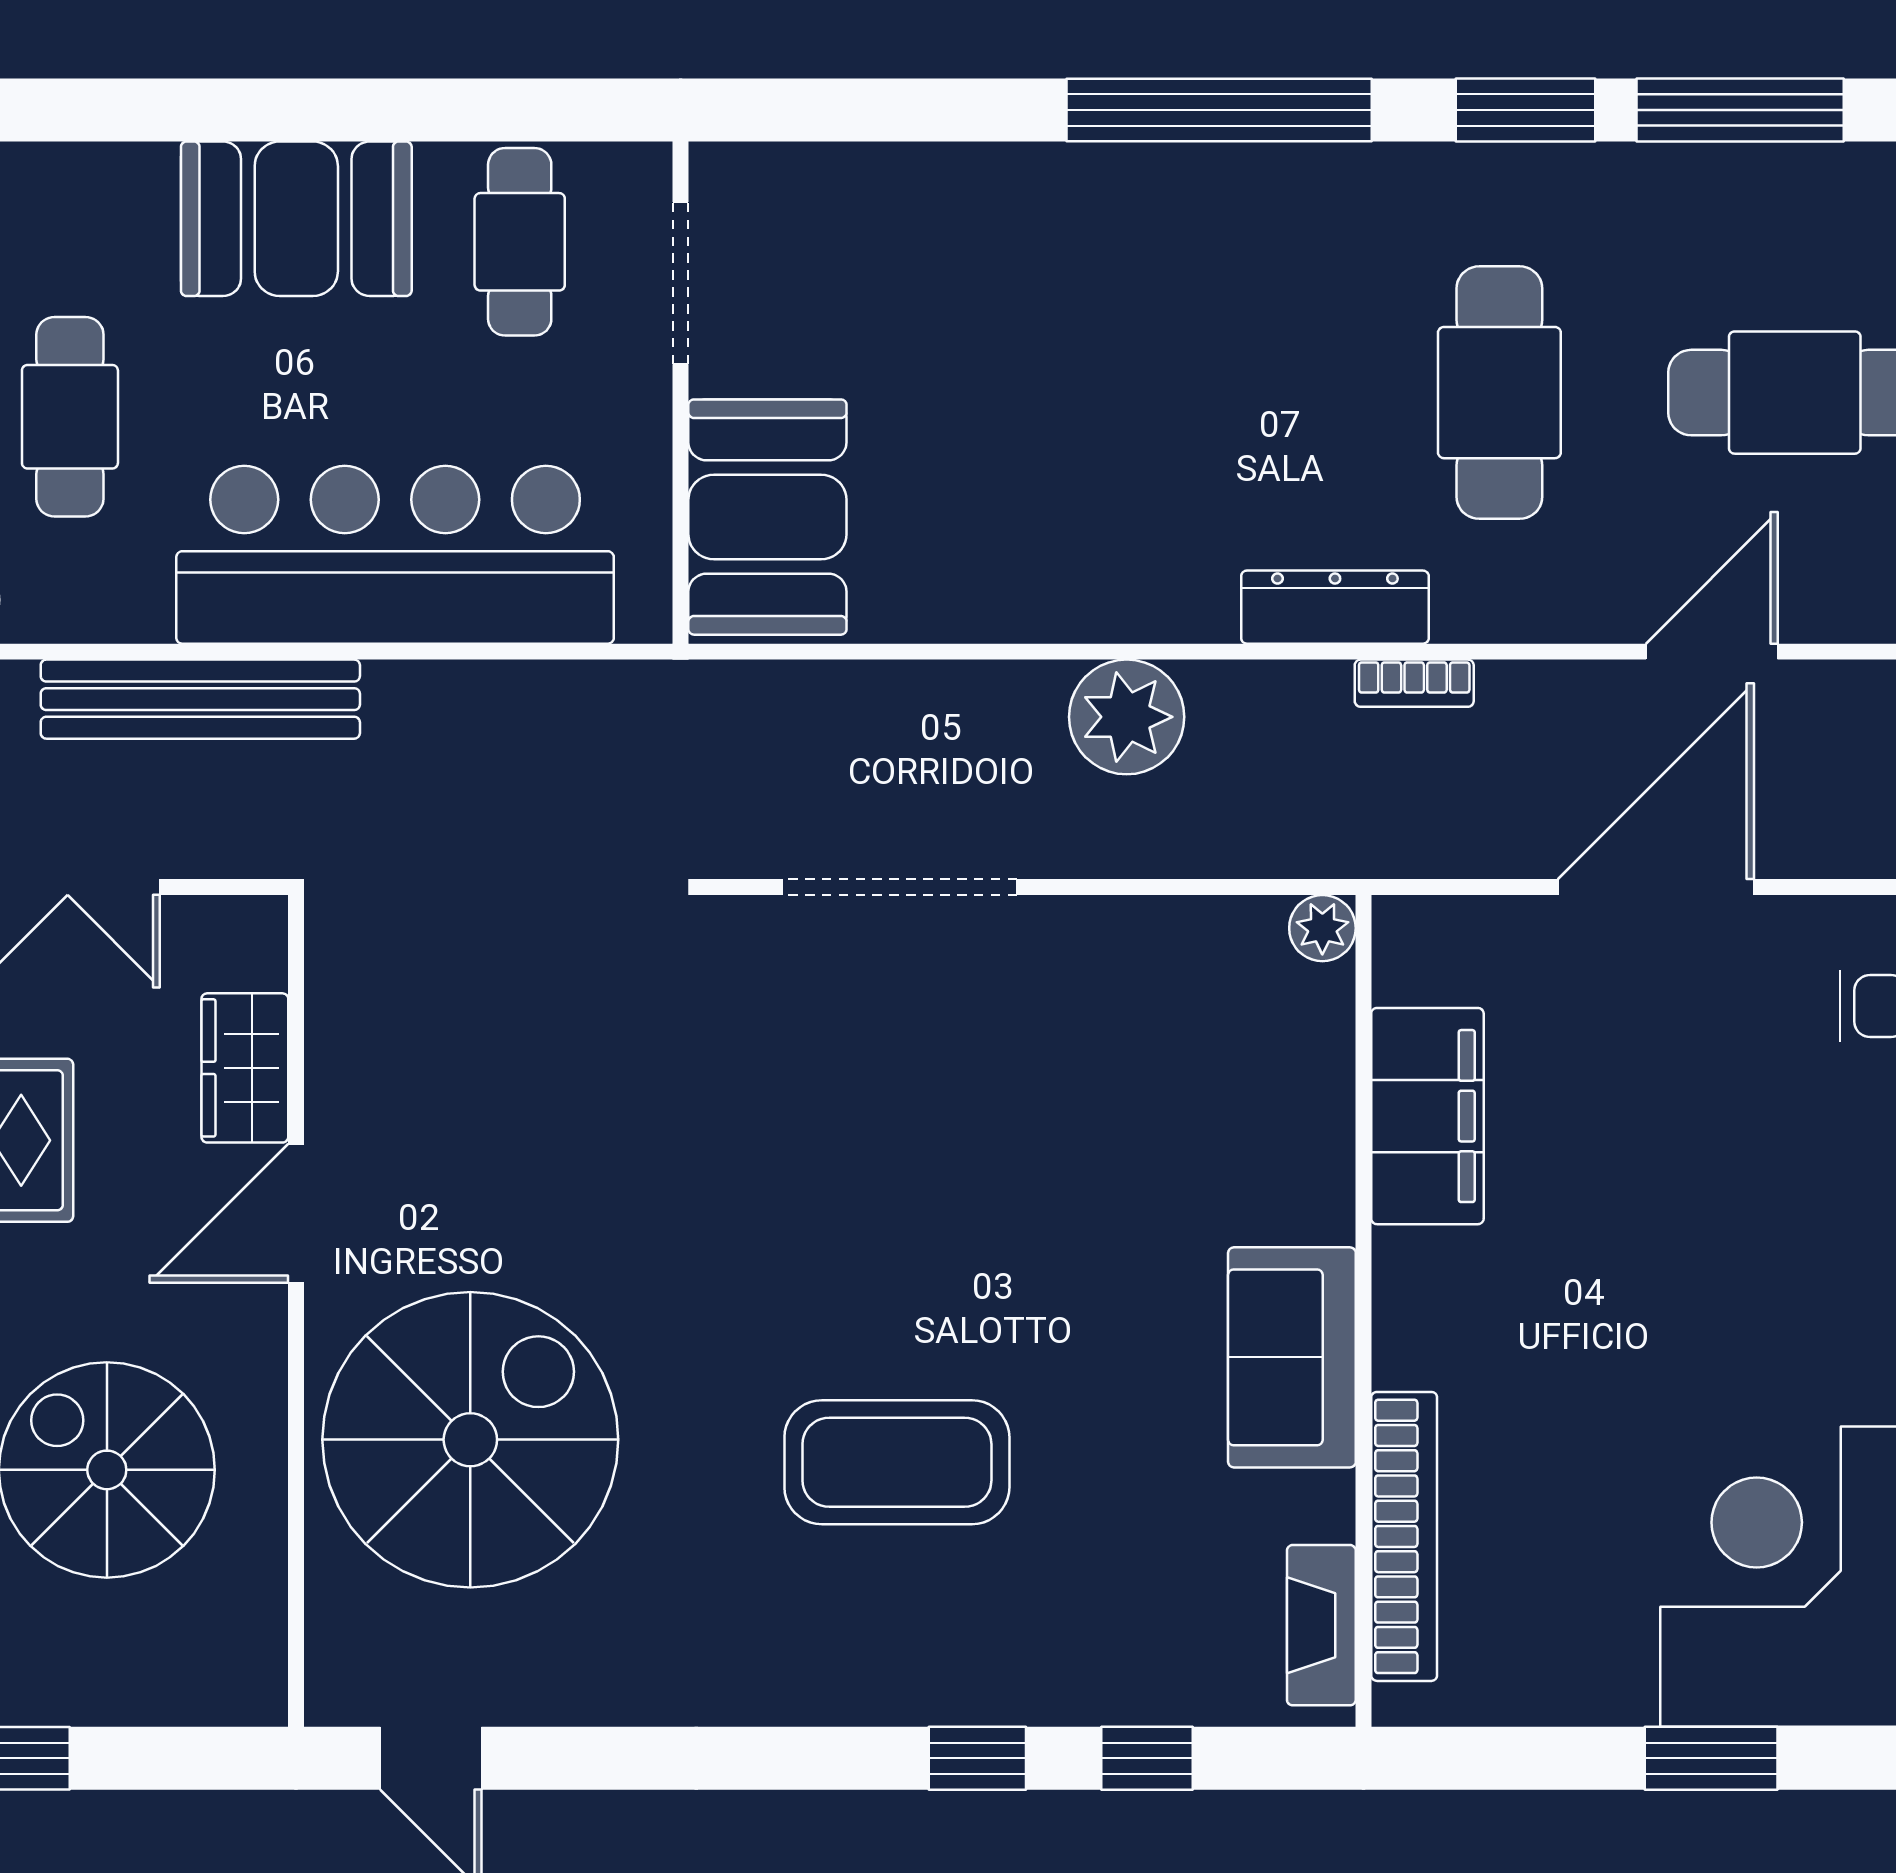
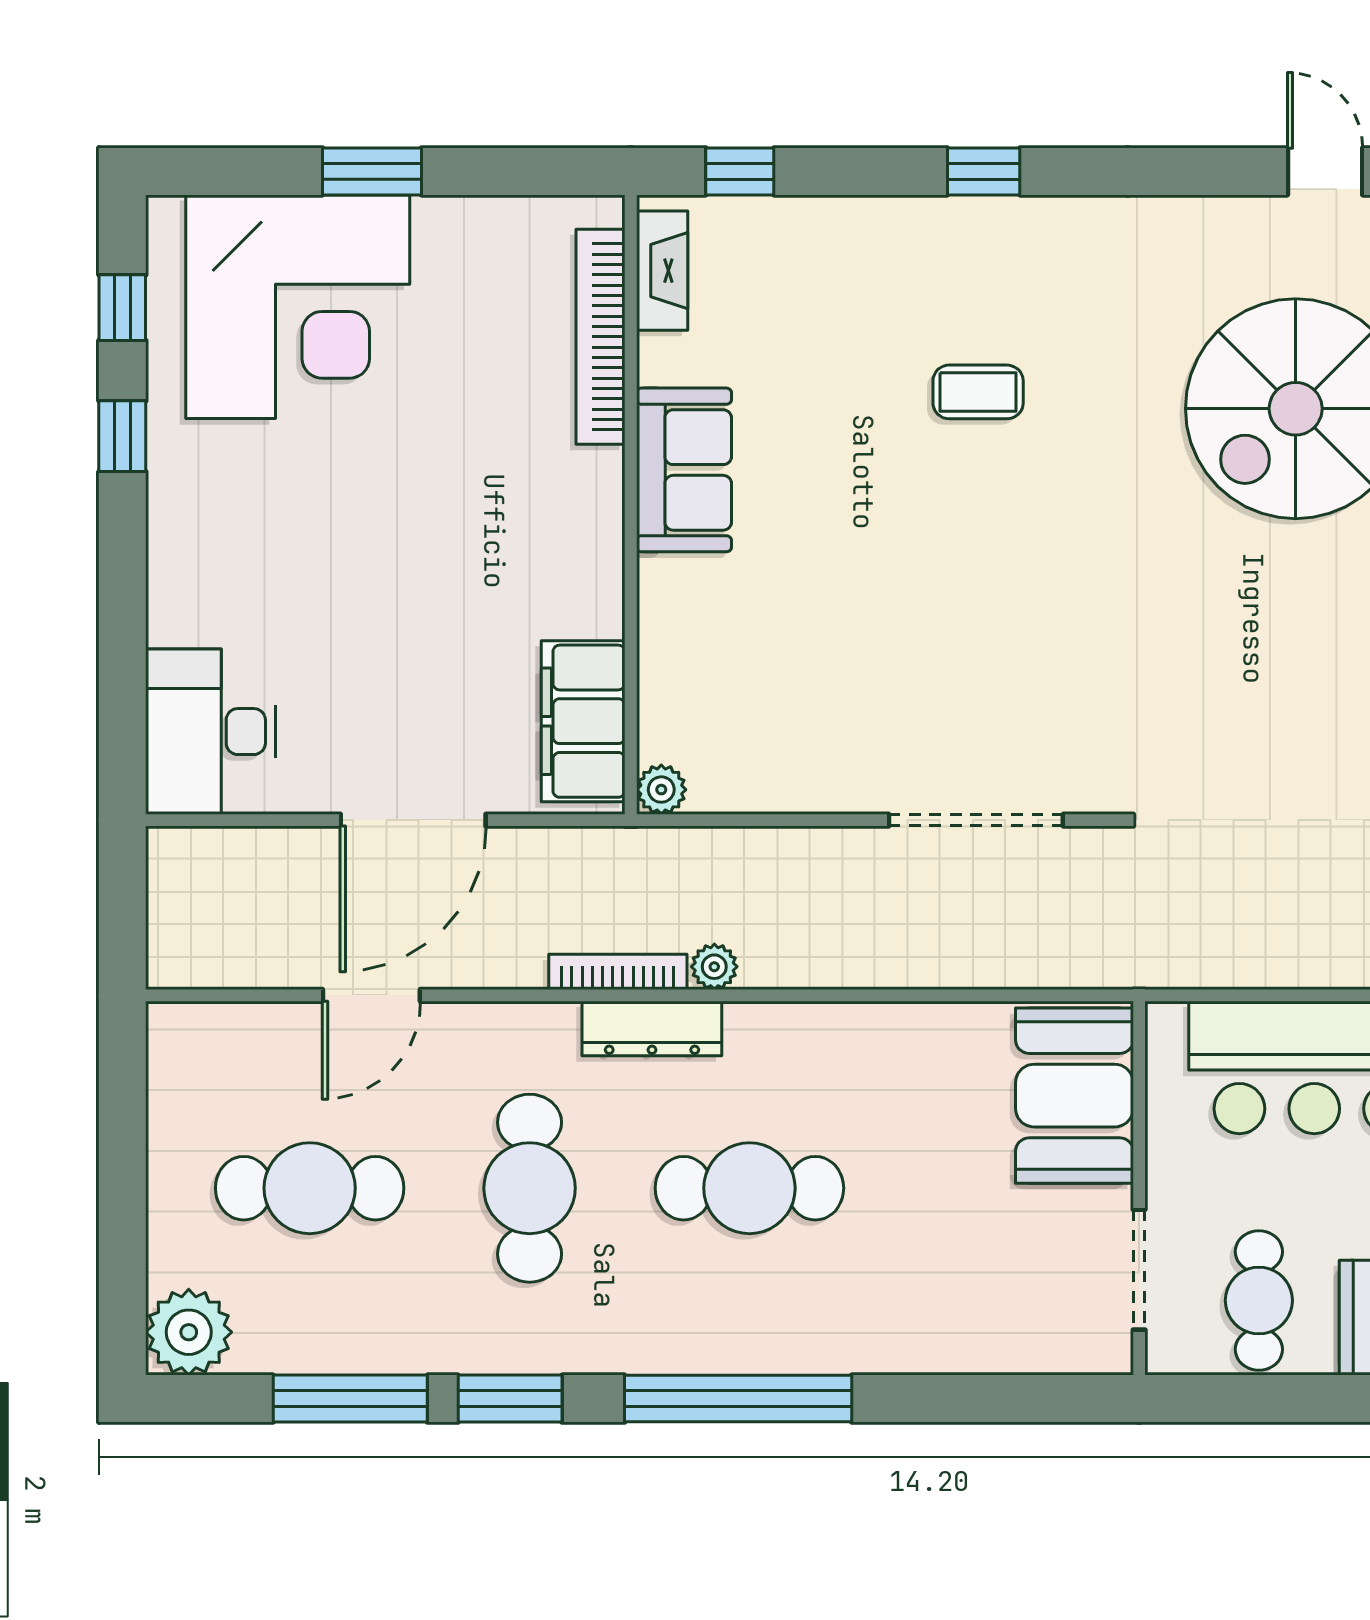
cafe table: (1204, 393) -> (749, 1188), added
bookcase: (1414, 683) -> (618, 972), width x1.56
plant: (1127, 717) -> (714, 967), moved, width x0.53, depth x0.53
filing cabinet: (1427, 1116) -> (583, 721), moved
coffee table: (897, 1462) -> (978, 392), width x0.54, depth x0.58
window: (977, 1758) -> (984, 171), moved
window: (1147, 1758) -> (740, 171), moved

